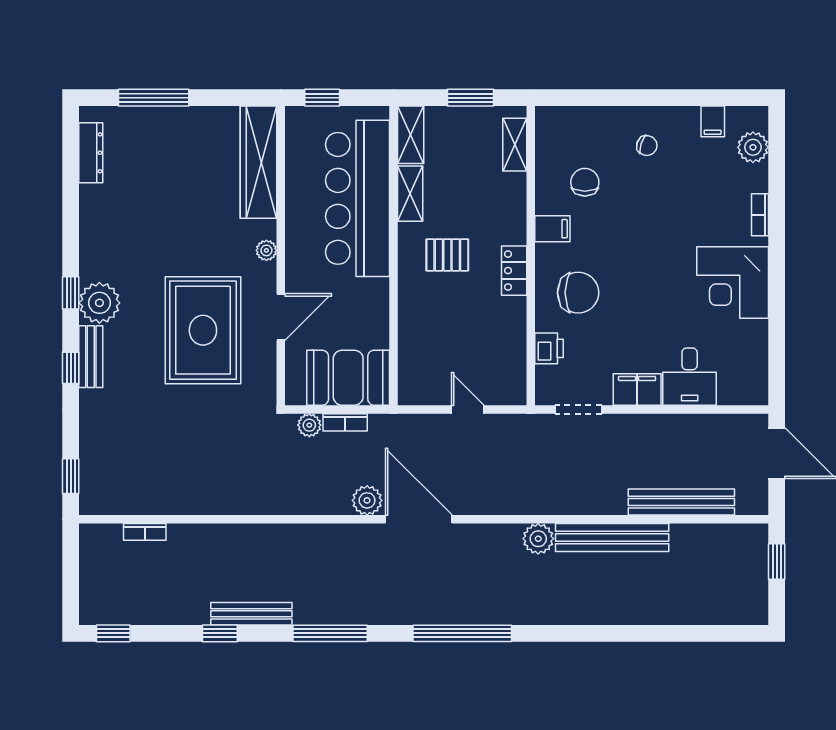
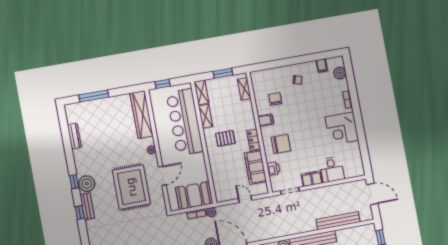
dresser: (91, 153) -> (74, 136), moved
filing cabinet: (506, 337) -> (255, 167), added
plant: (309, 425) -> (211, 212), moved

